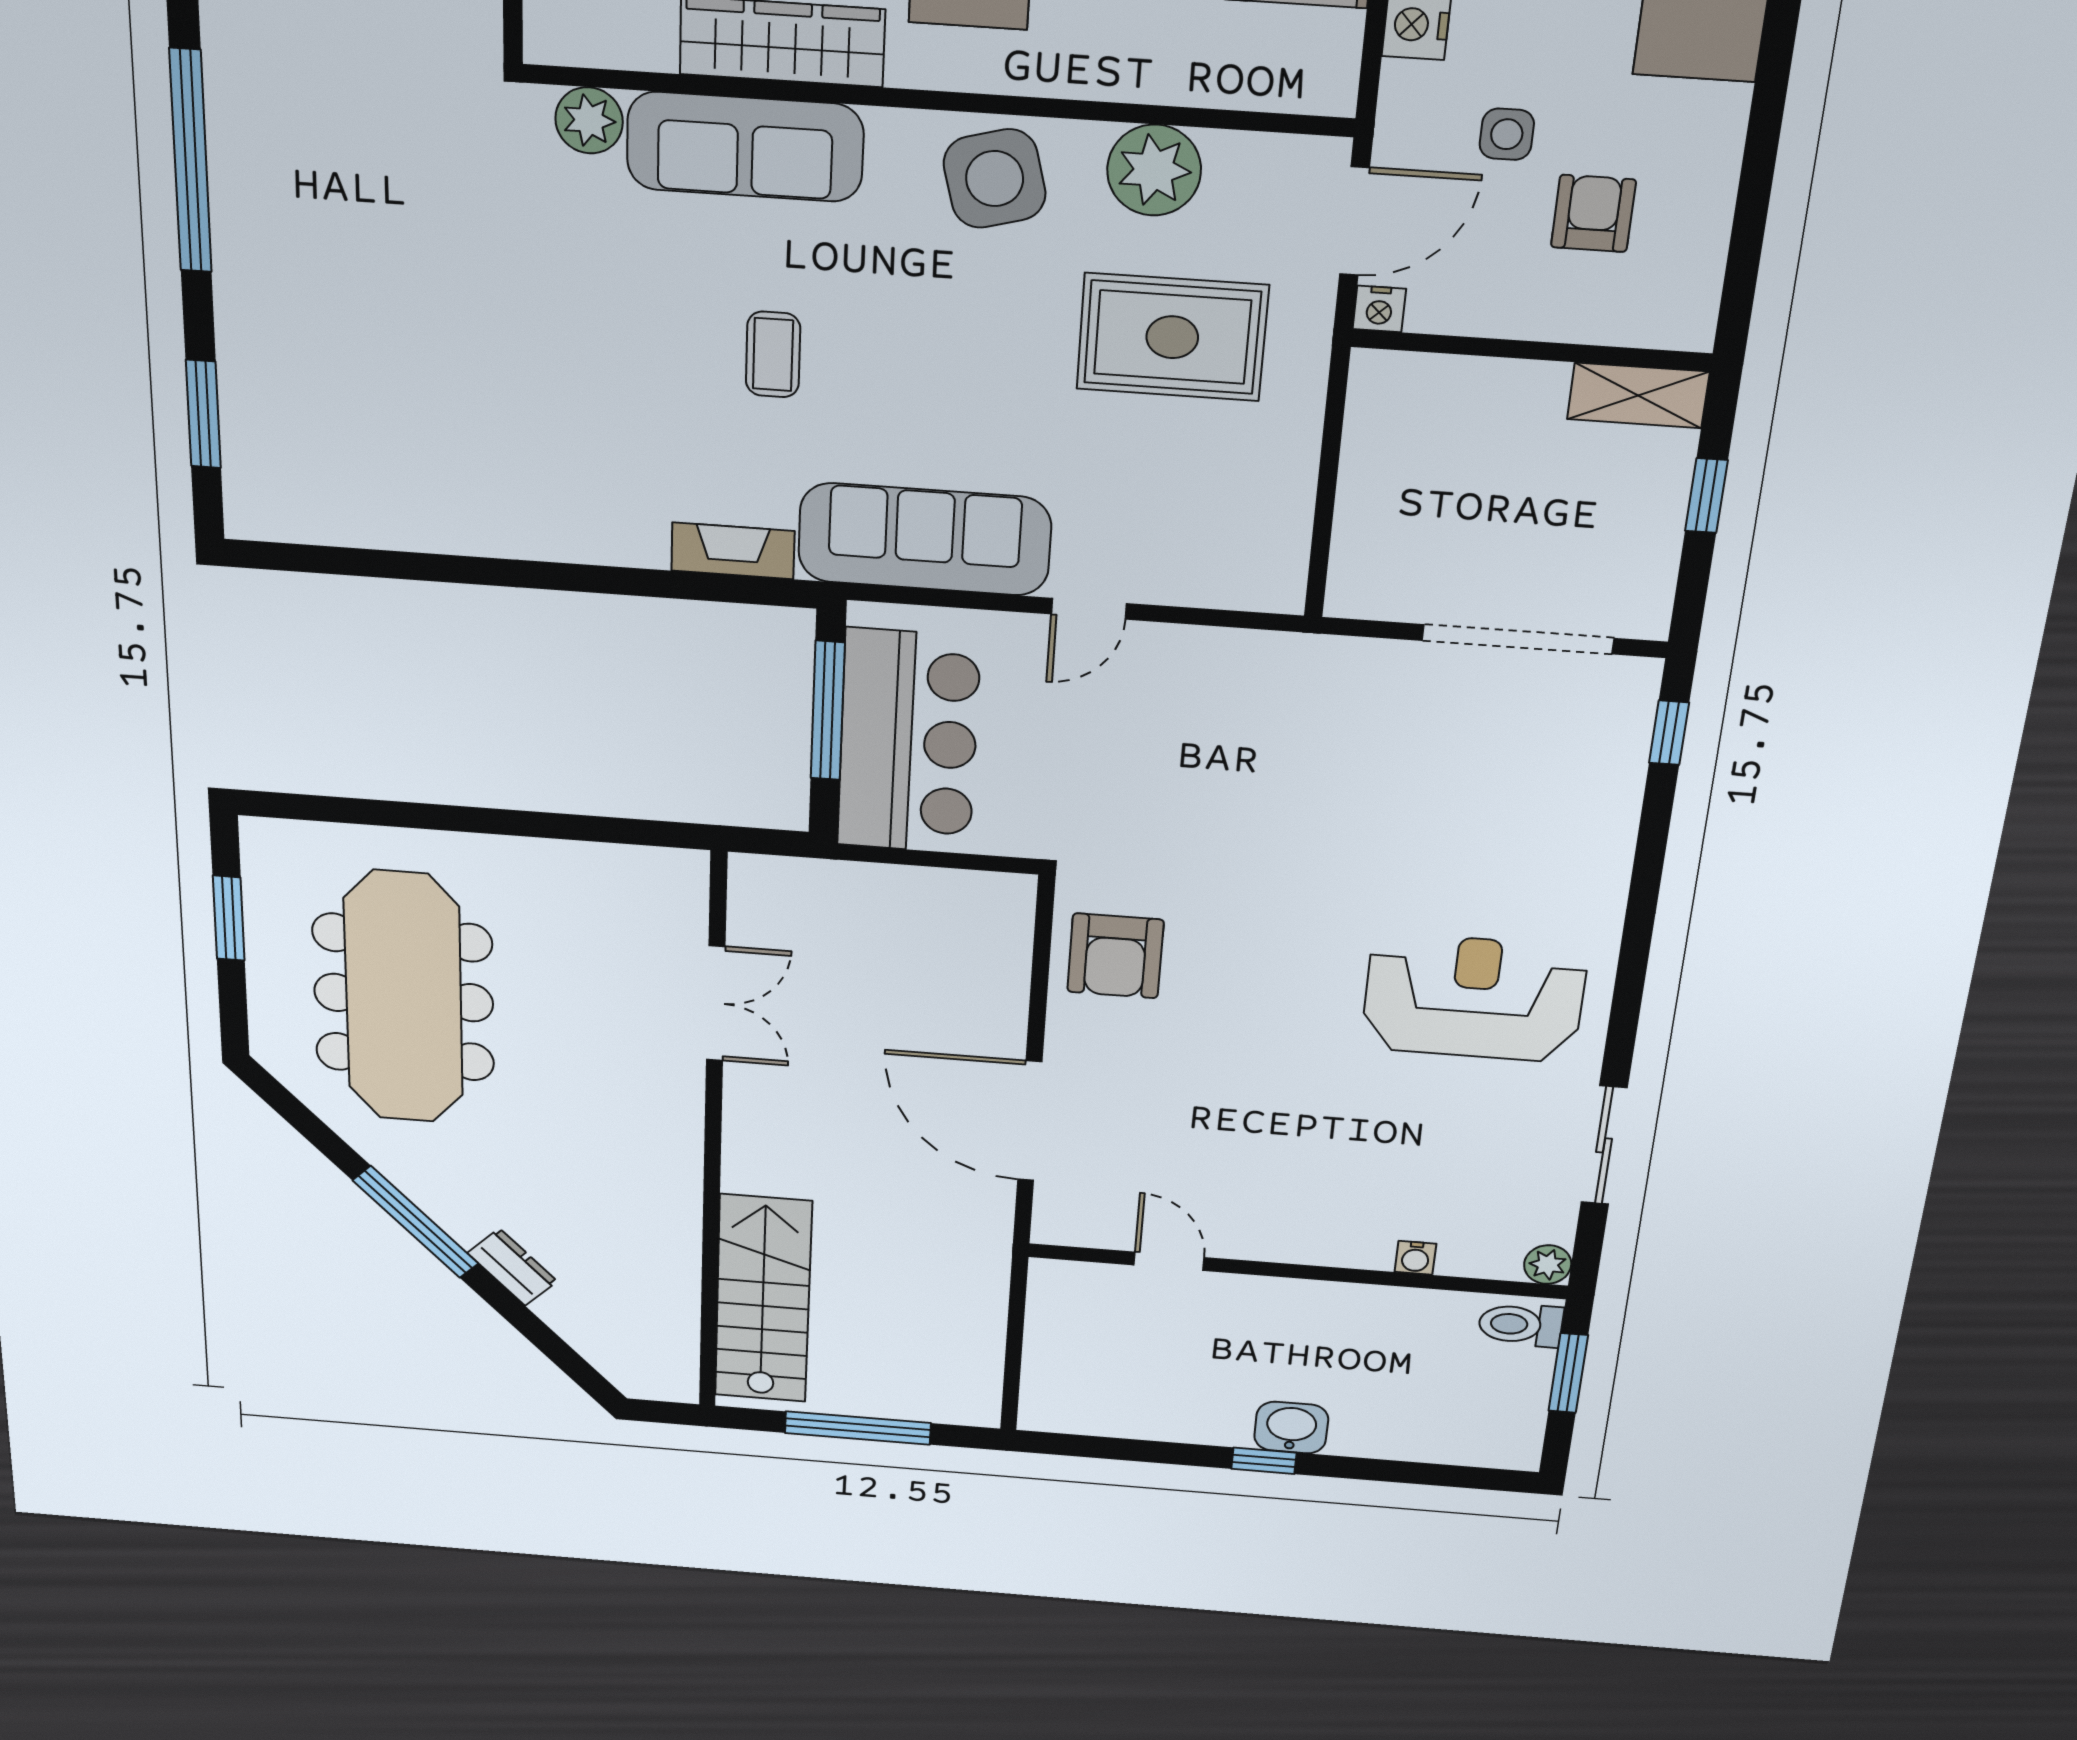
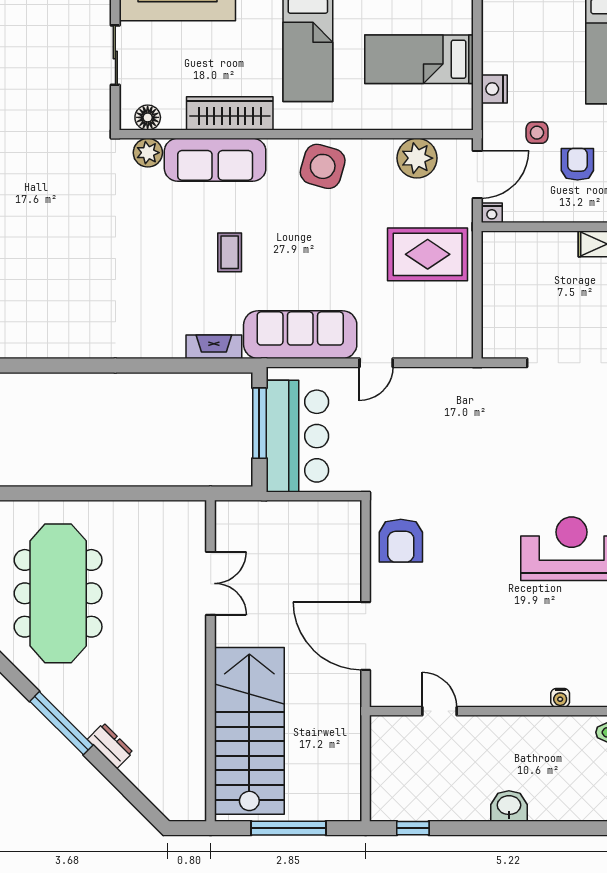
floor lamp: (589, 39) -> (148, 117), added
plant: (1154, 170) -> (417, 158), moved
side table: (995, 179) -> (323, 166), turned 31
rug: (1172, 337) -> (428, 254), moved
stairs: (763, 1299) -> (249, 731), width x1.36, depth x1.51
window: (1264, 1461) -> (413, 828), moved

